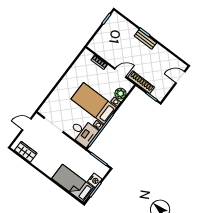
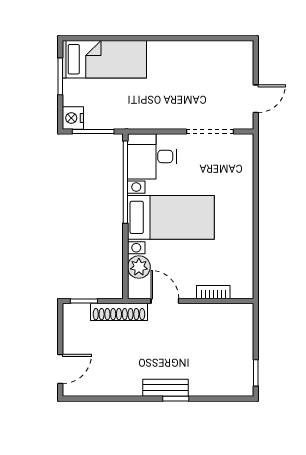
door: (120, 73) -> (165, 301), swing flipped
wardrobe: (26, 152) -> (223, 52), removed
nightstand: (95, 180) -> (73, 118), moved

